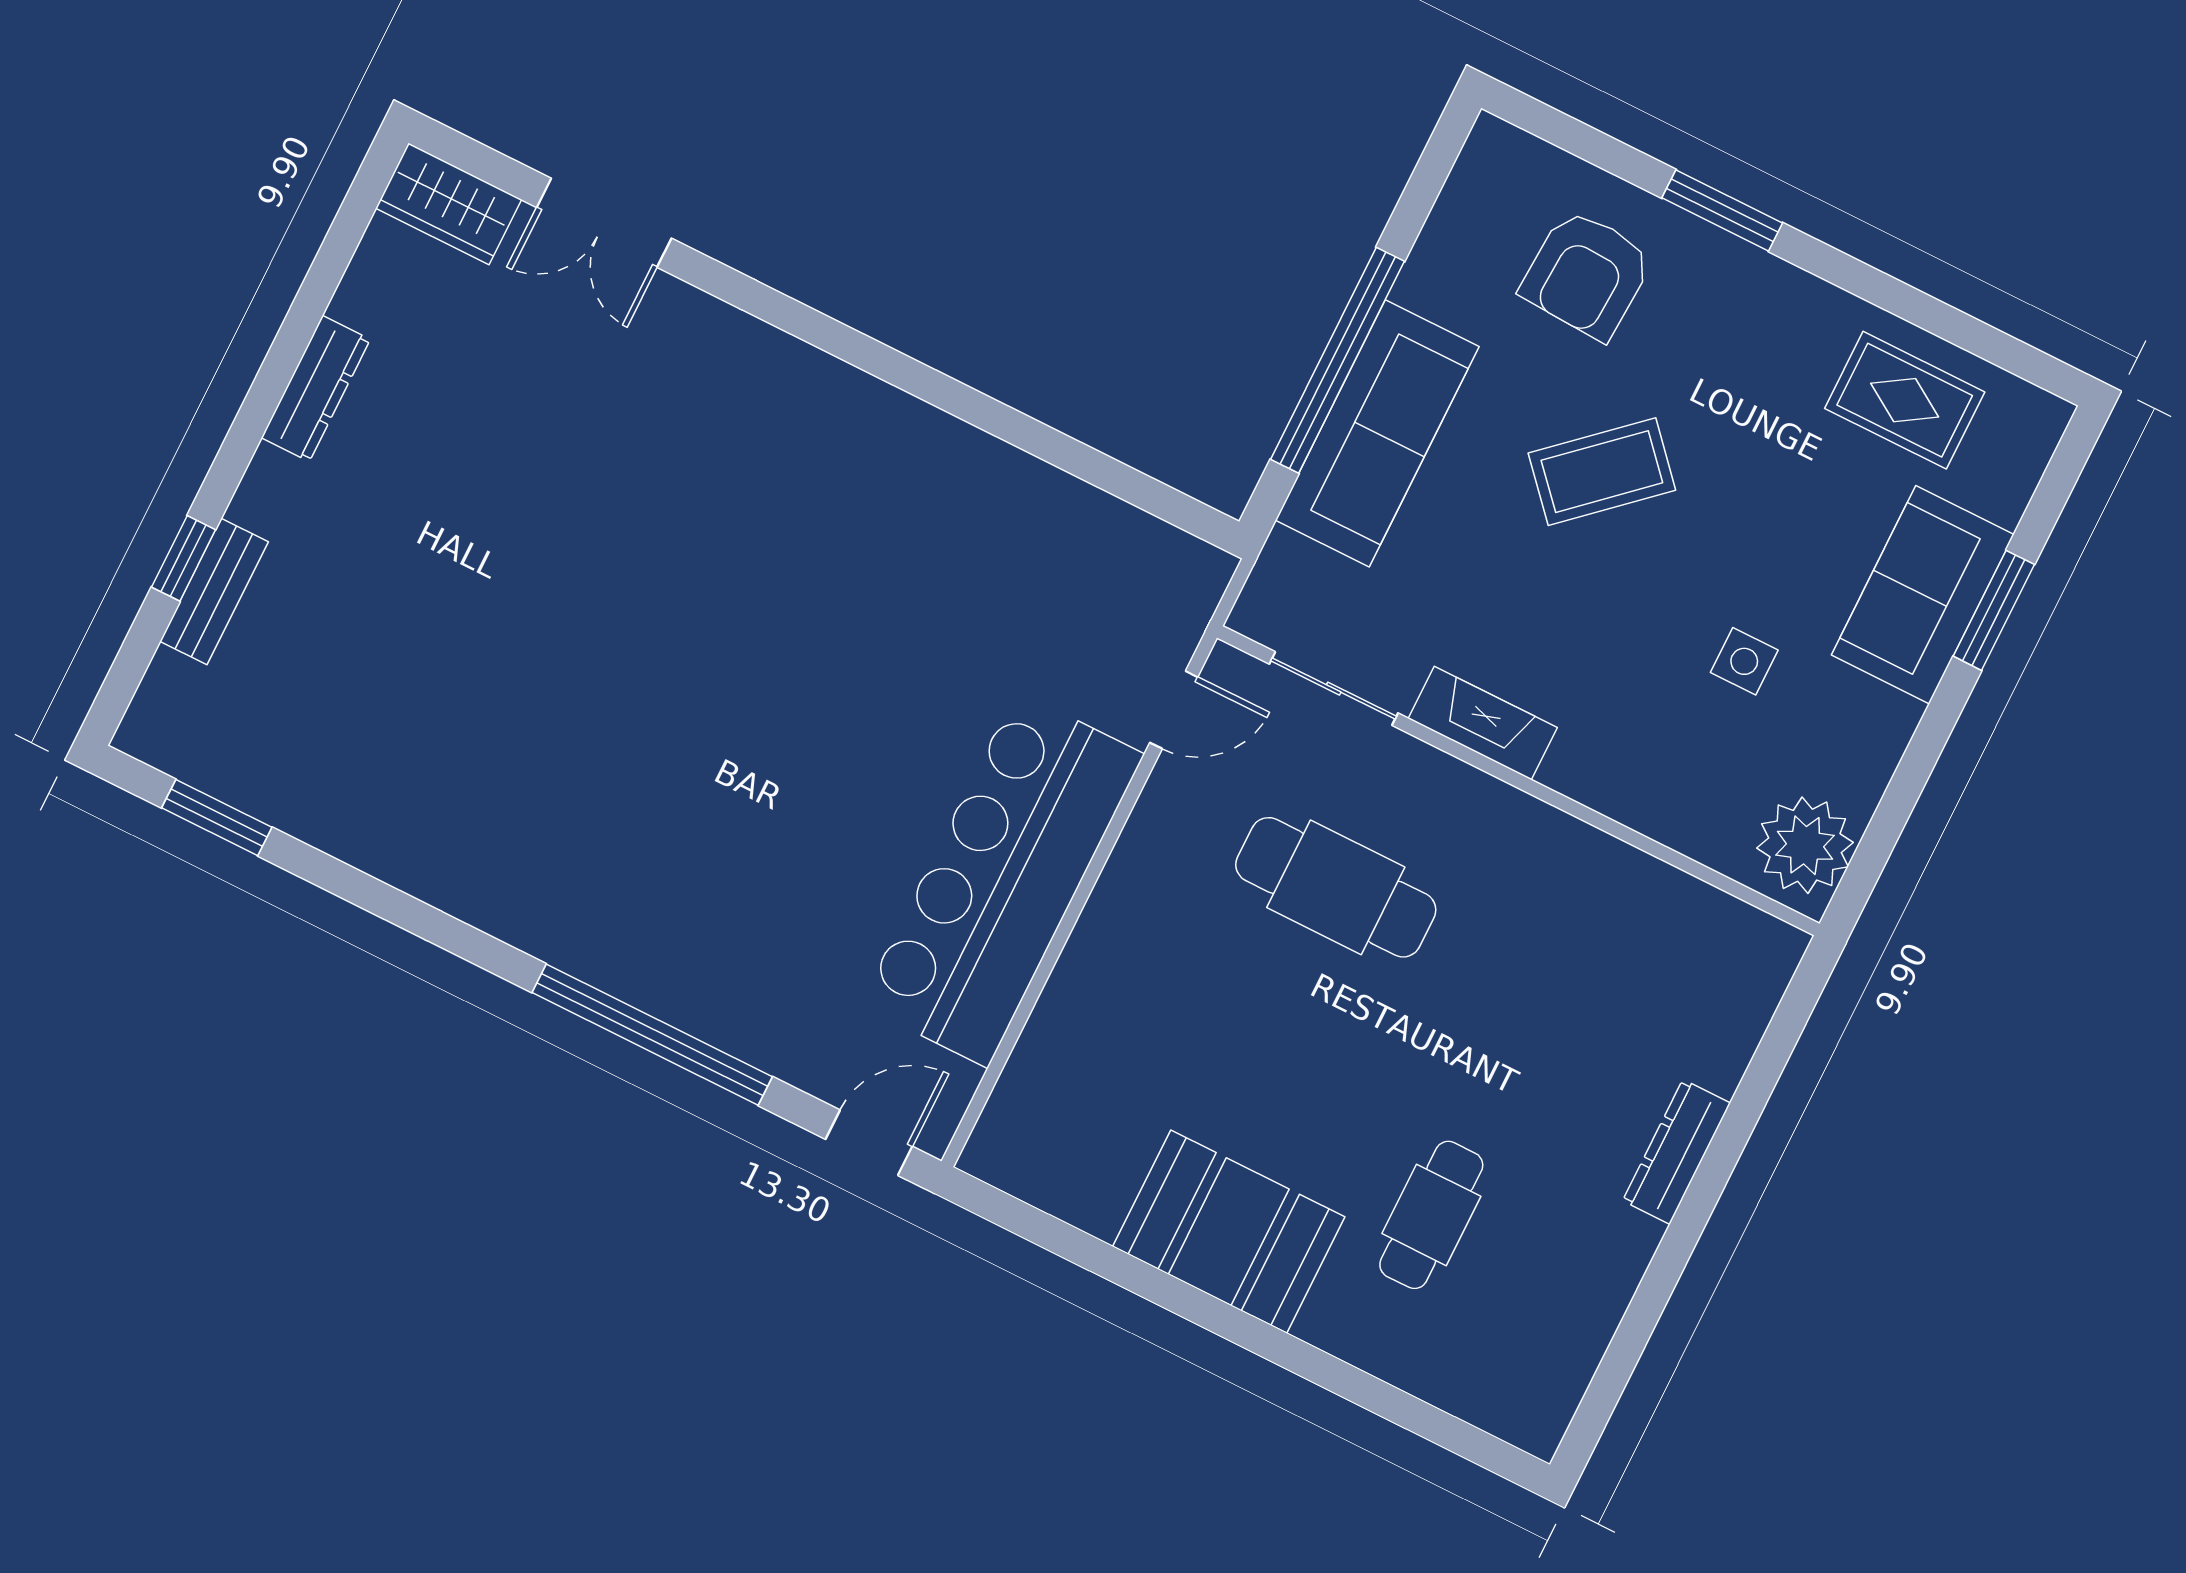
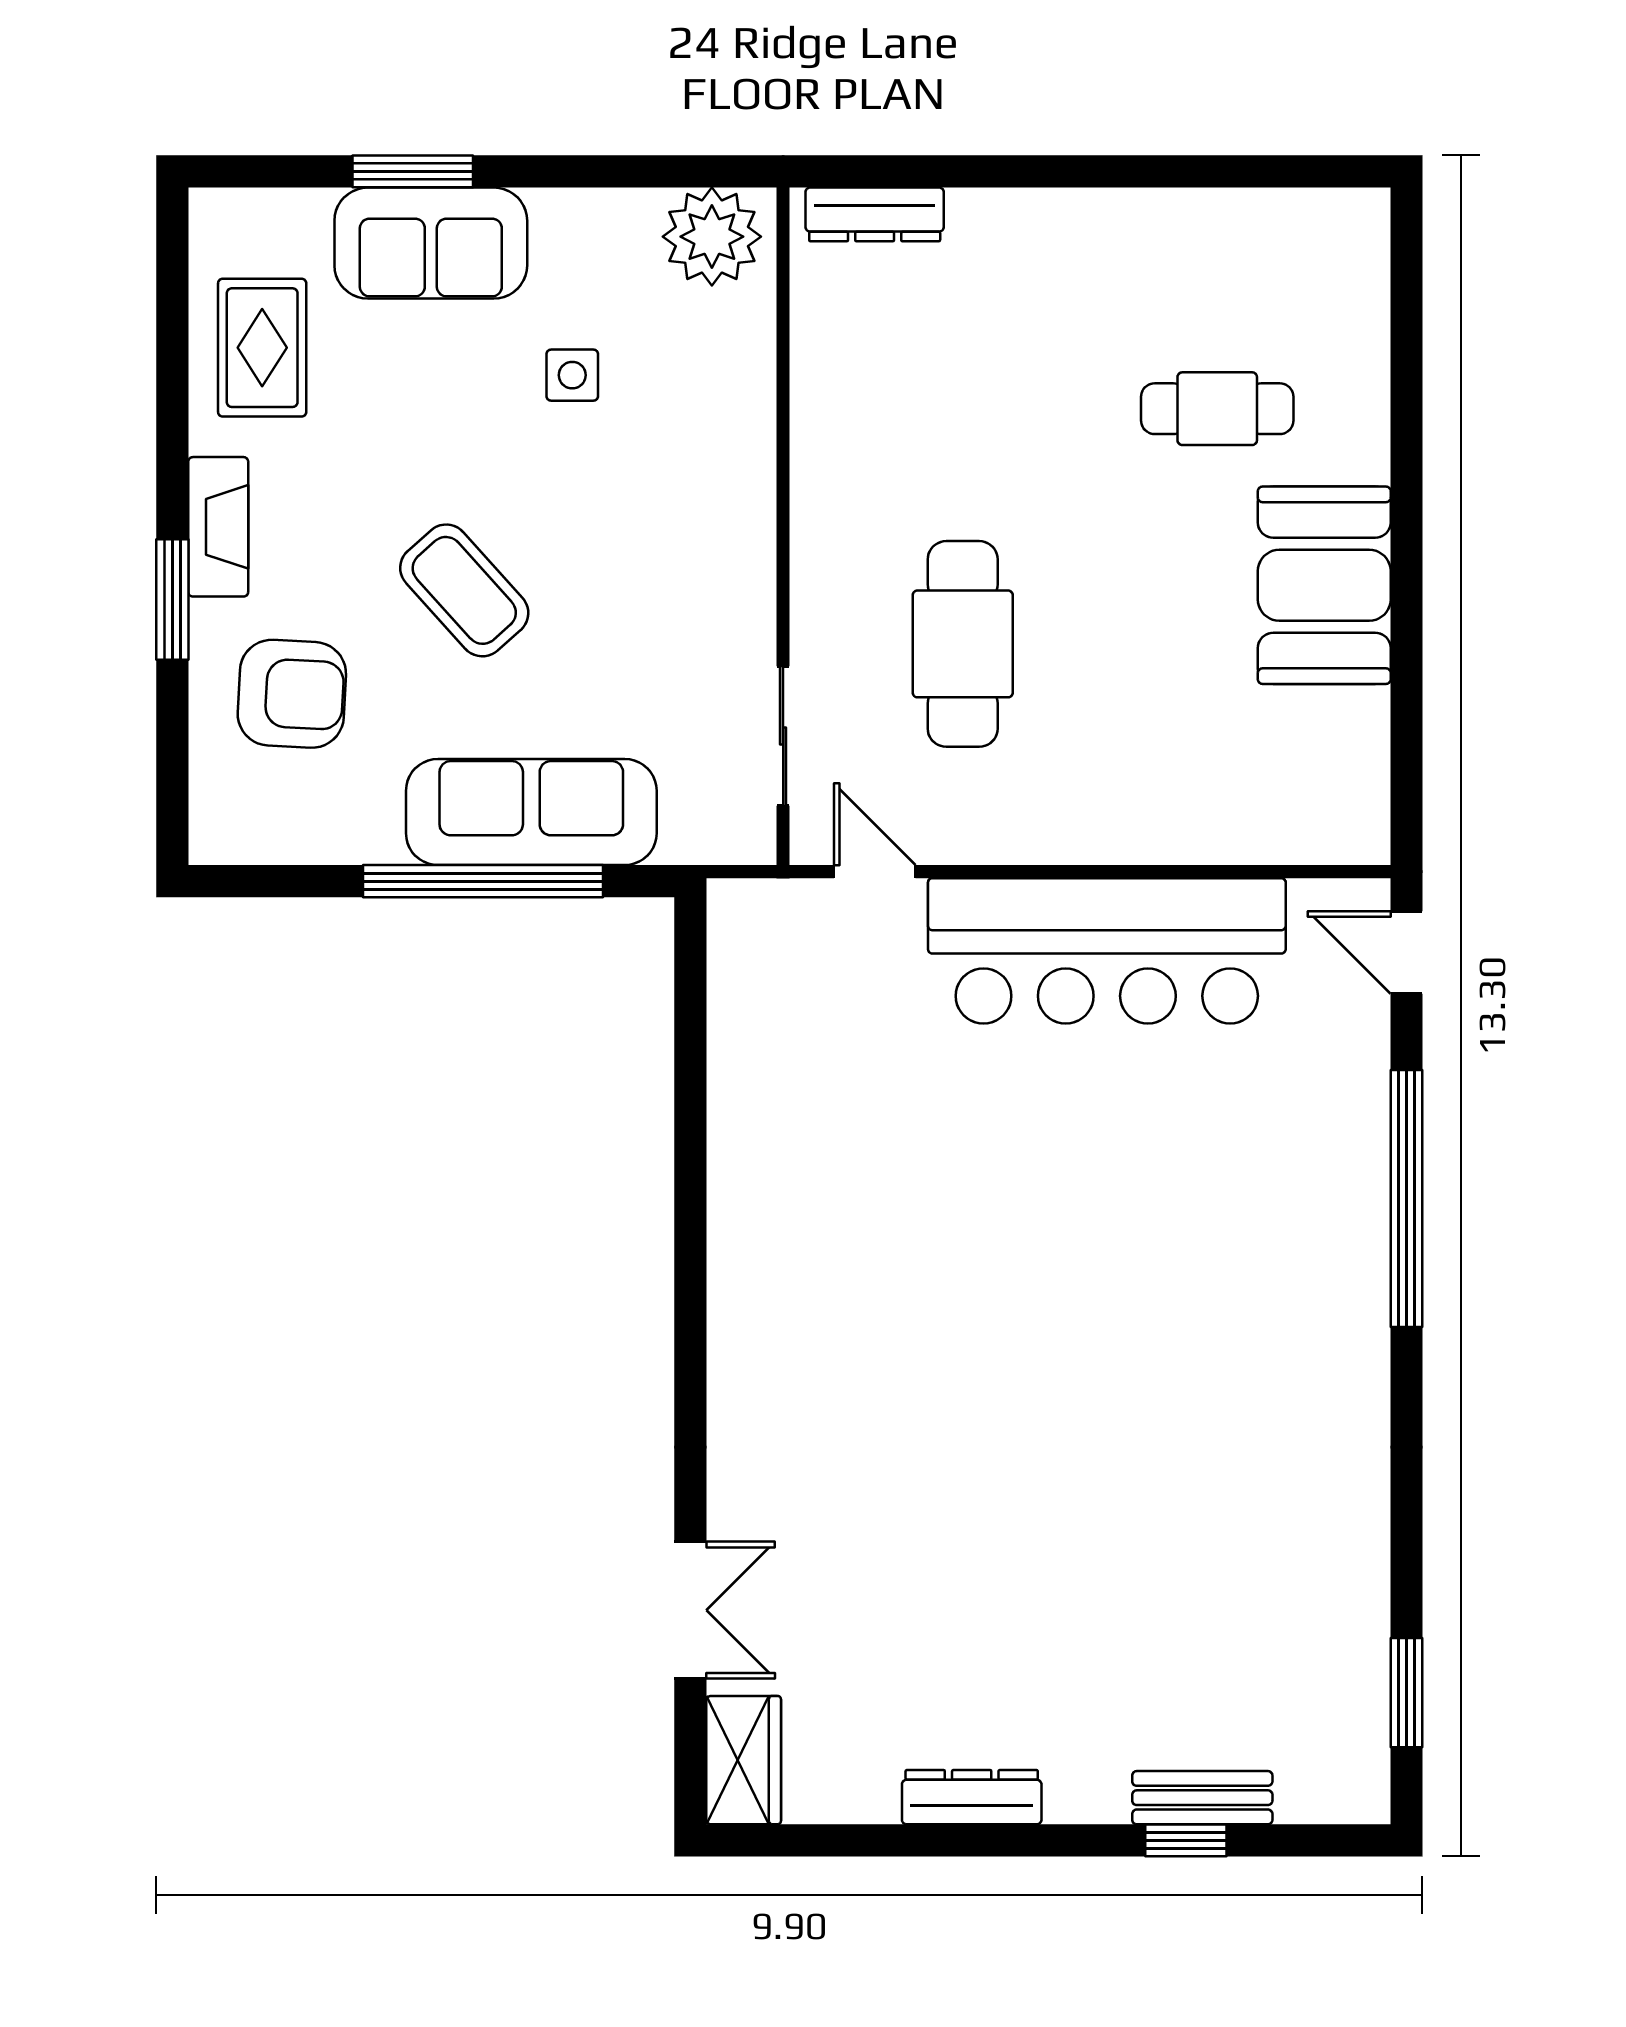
fireplace: (1483, 723) -> (218, 527), moved, turned 180
dresser: (1676, 1152) -> (875, 214), moved

